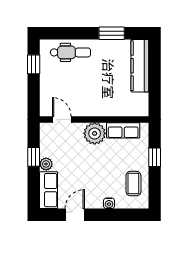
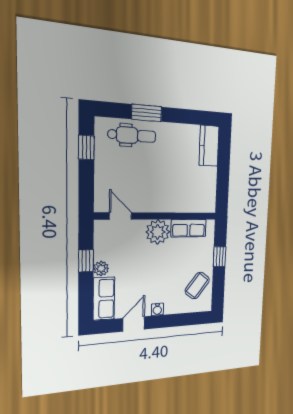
window: (112, 33) -> (147, 113), moved
kitchen counter: (140, 66) -> (209, 146), width x0.67
coffee table: (133, 184) -> (197, 285), turned 38
water cooler: (109, 203) -> (157, 309), moved

